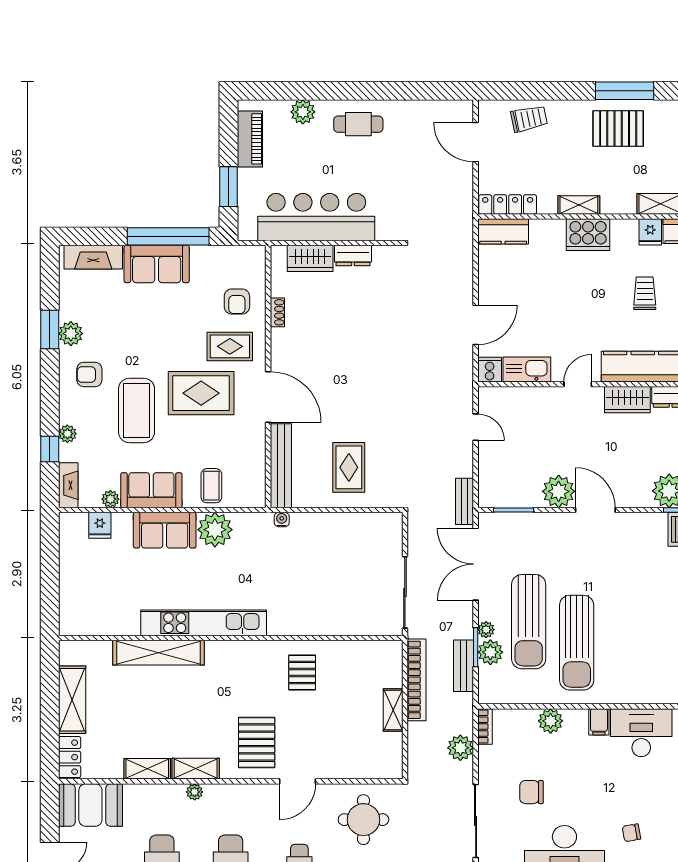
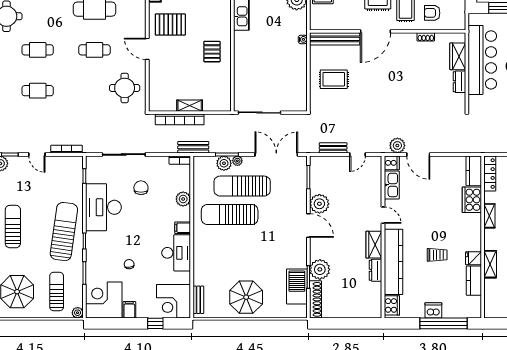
cooker: (588, 235) -> (472, 200), moved
bench: (465, 501) -> (333, 148), moved
door: (595, 510) -> (308, 226), hinge flipped
bench: (463, 666) -> (193, 147), moved
pallet: (302, 673) -> (212, 52), turned 90
bookcase: (416, 680) -> (180, 119), moved
plant: (460, 748) -> (397, 145), moved
chair: (631, 833) -> (129, 264), moved

